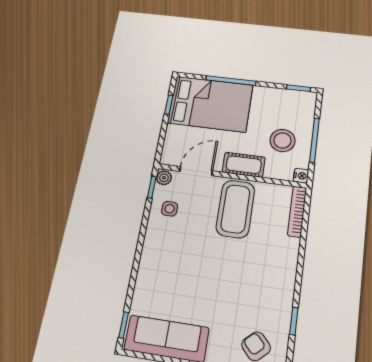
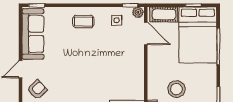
cot: (244, 165) -> (164, 14), moved, turned 90
coffee table: (235, 209) -> (83, 22), moved, width x0.54, depth x0.58

